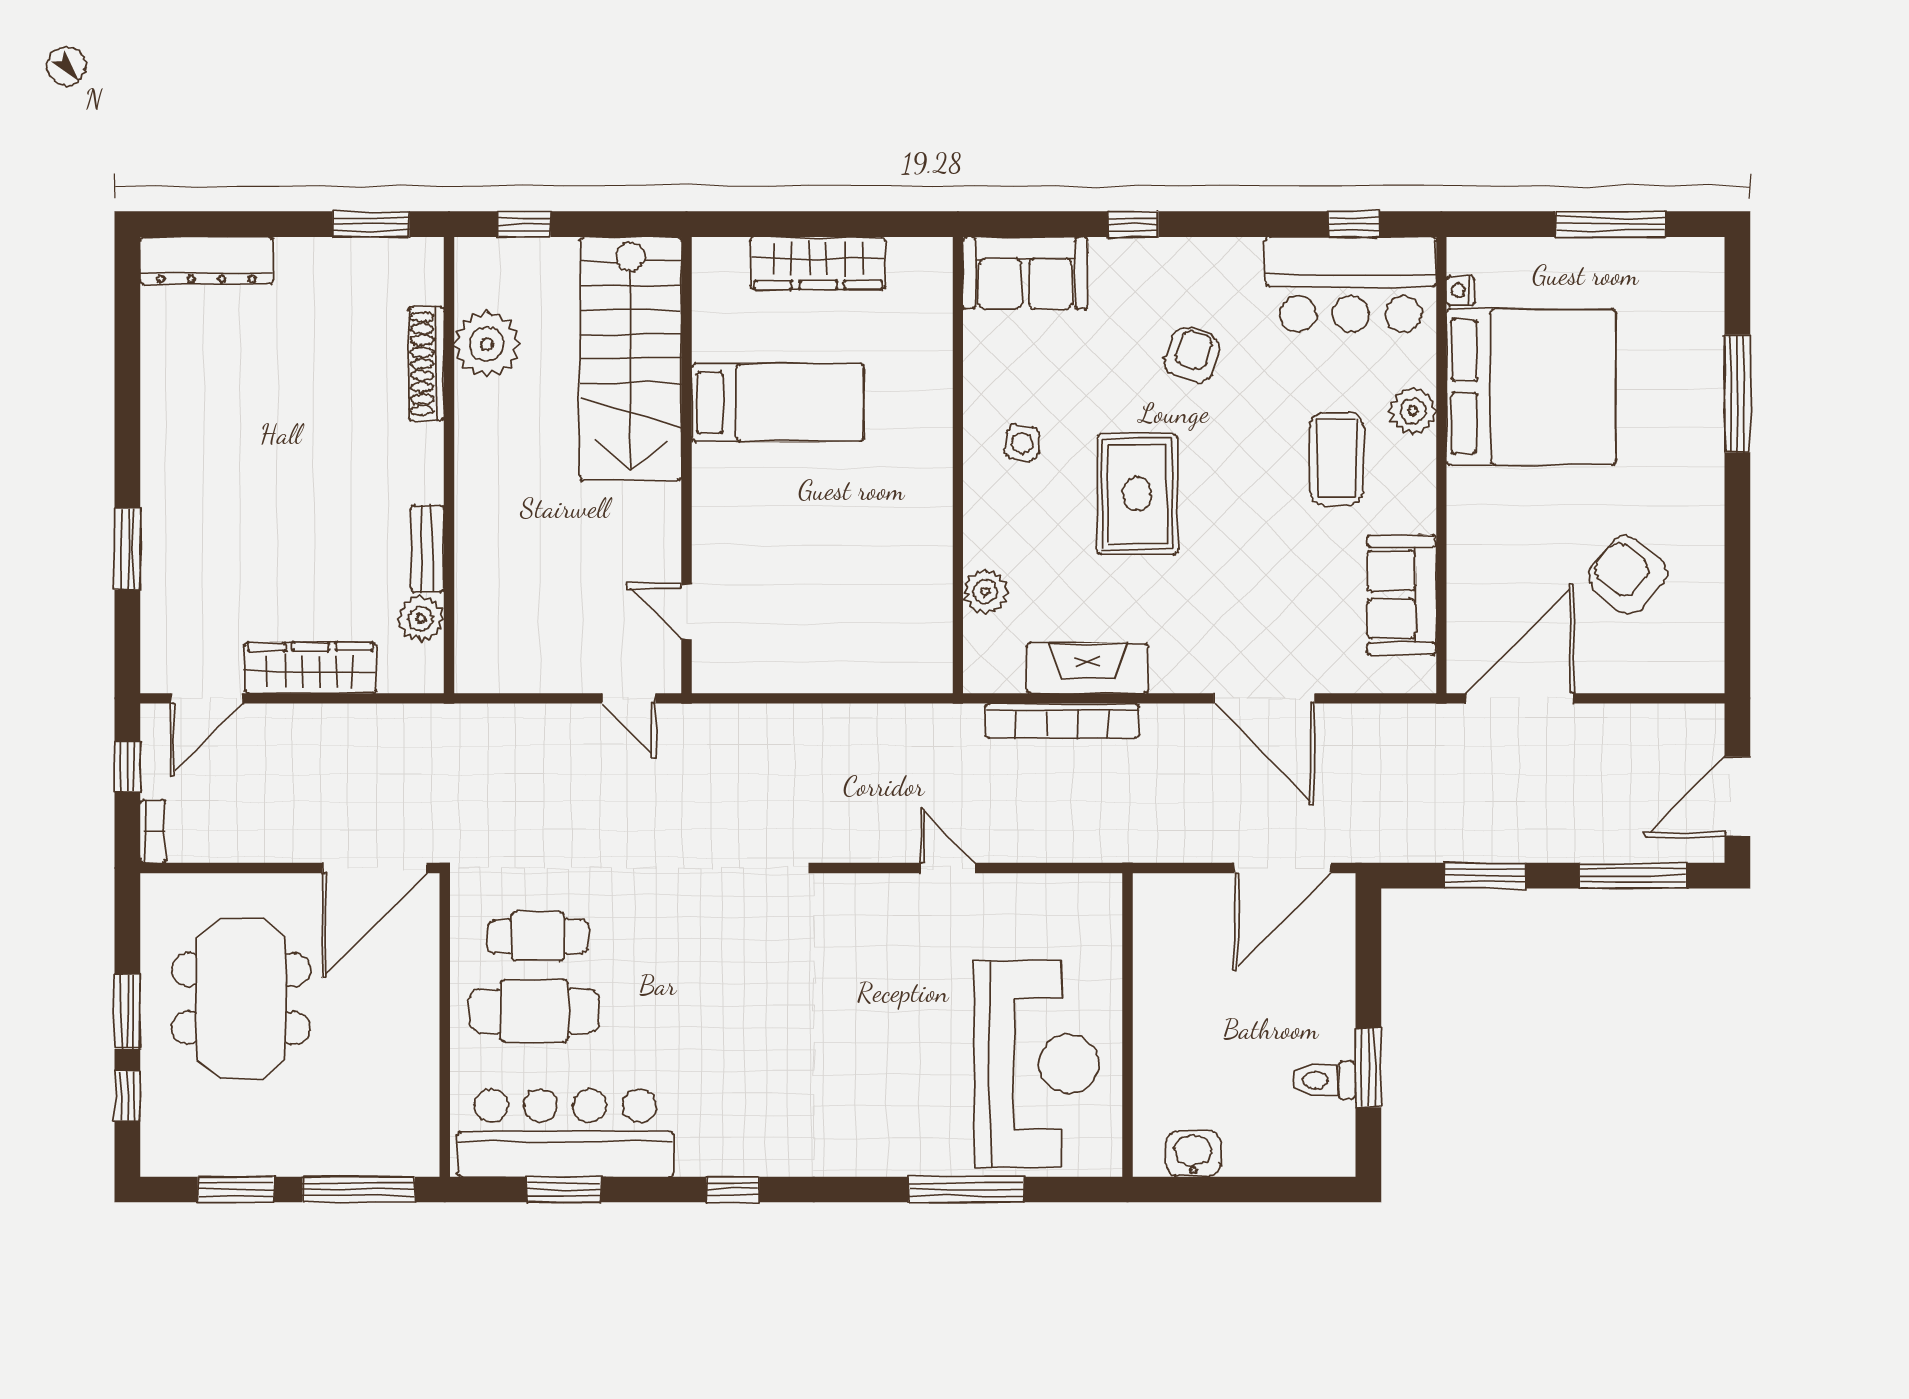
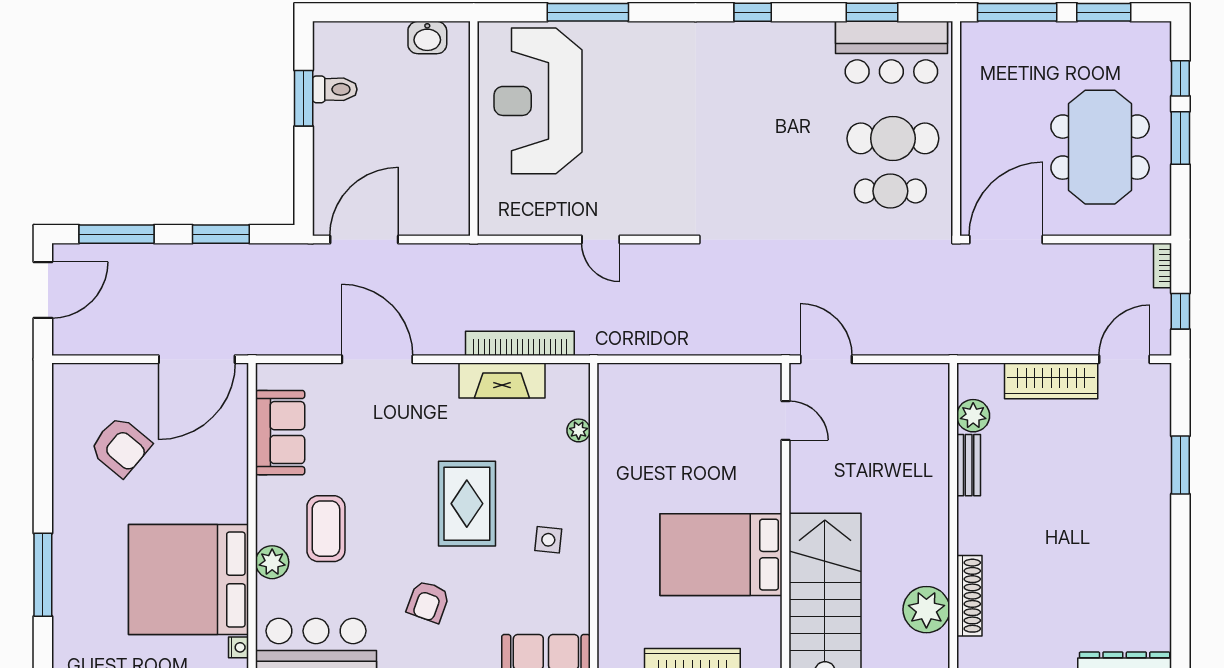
bed: (778, 403) -> (721, 555), width x1.50
plant: (985, 592) -> (579, 430), width x0.73, depth x0.73
door: (629, 698) -> (826, 359), width x1.38
bar counter: (565, 1133) -> (891, 52), width x0.73

